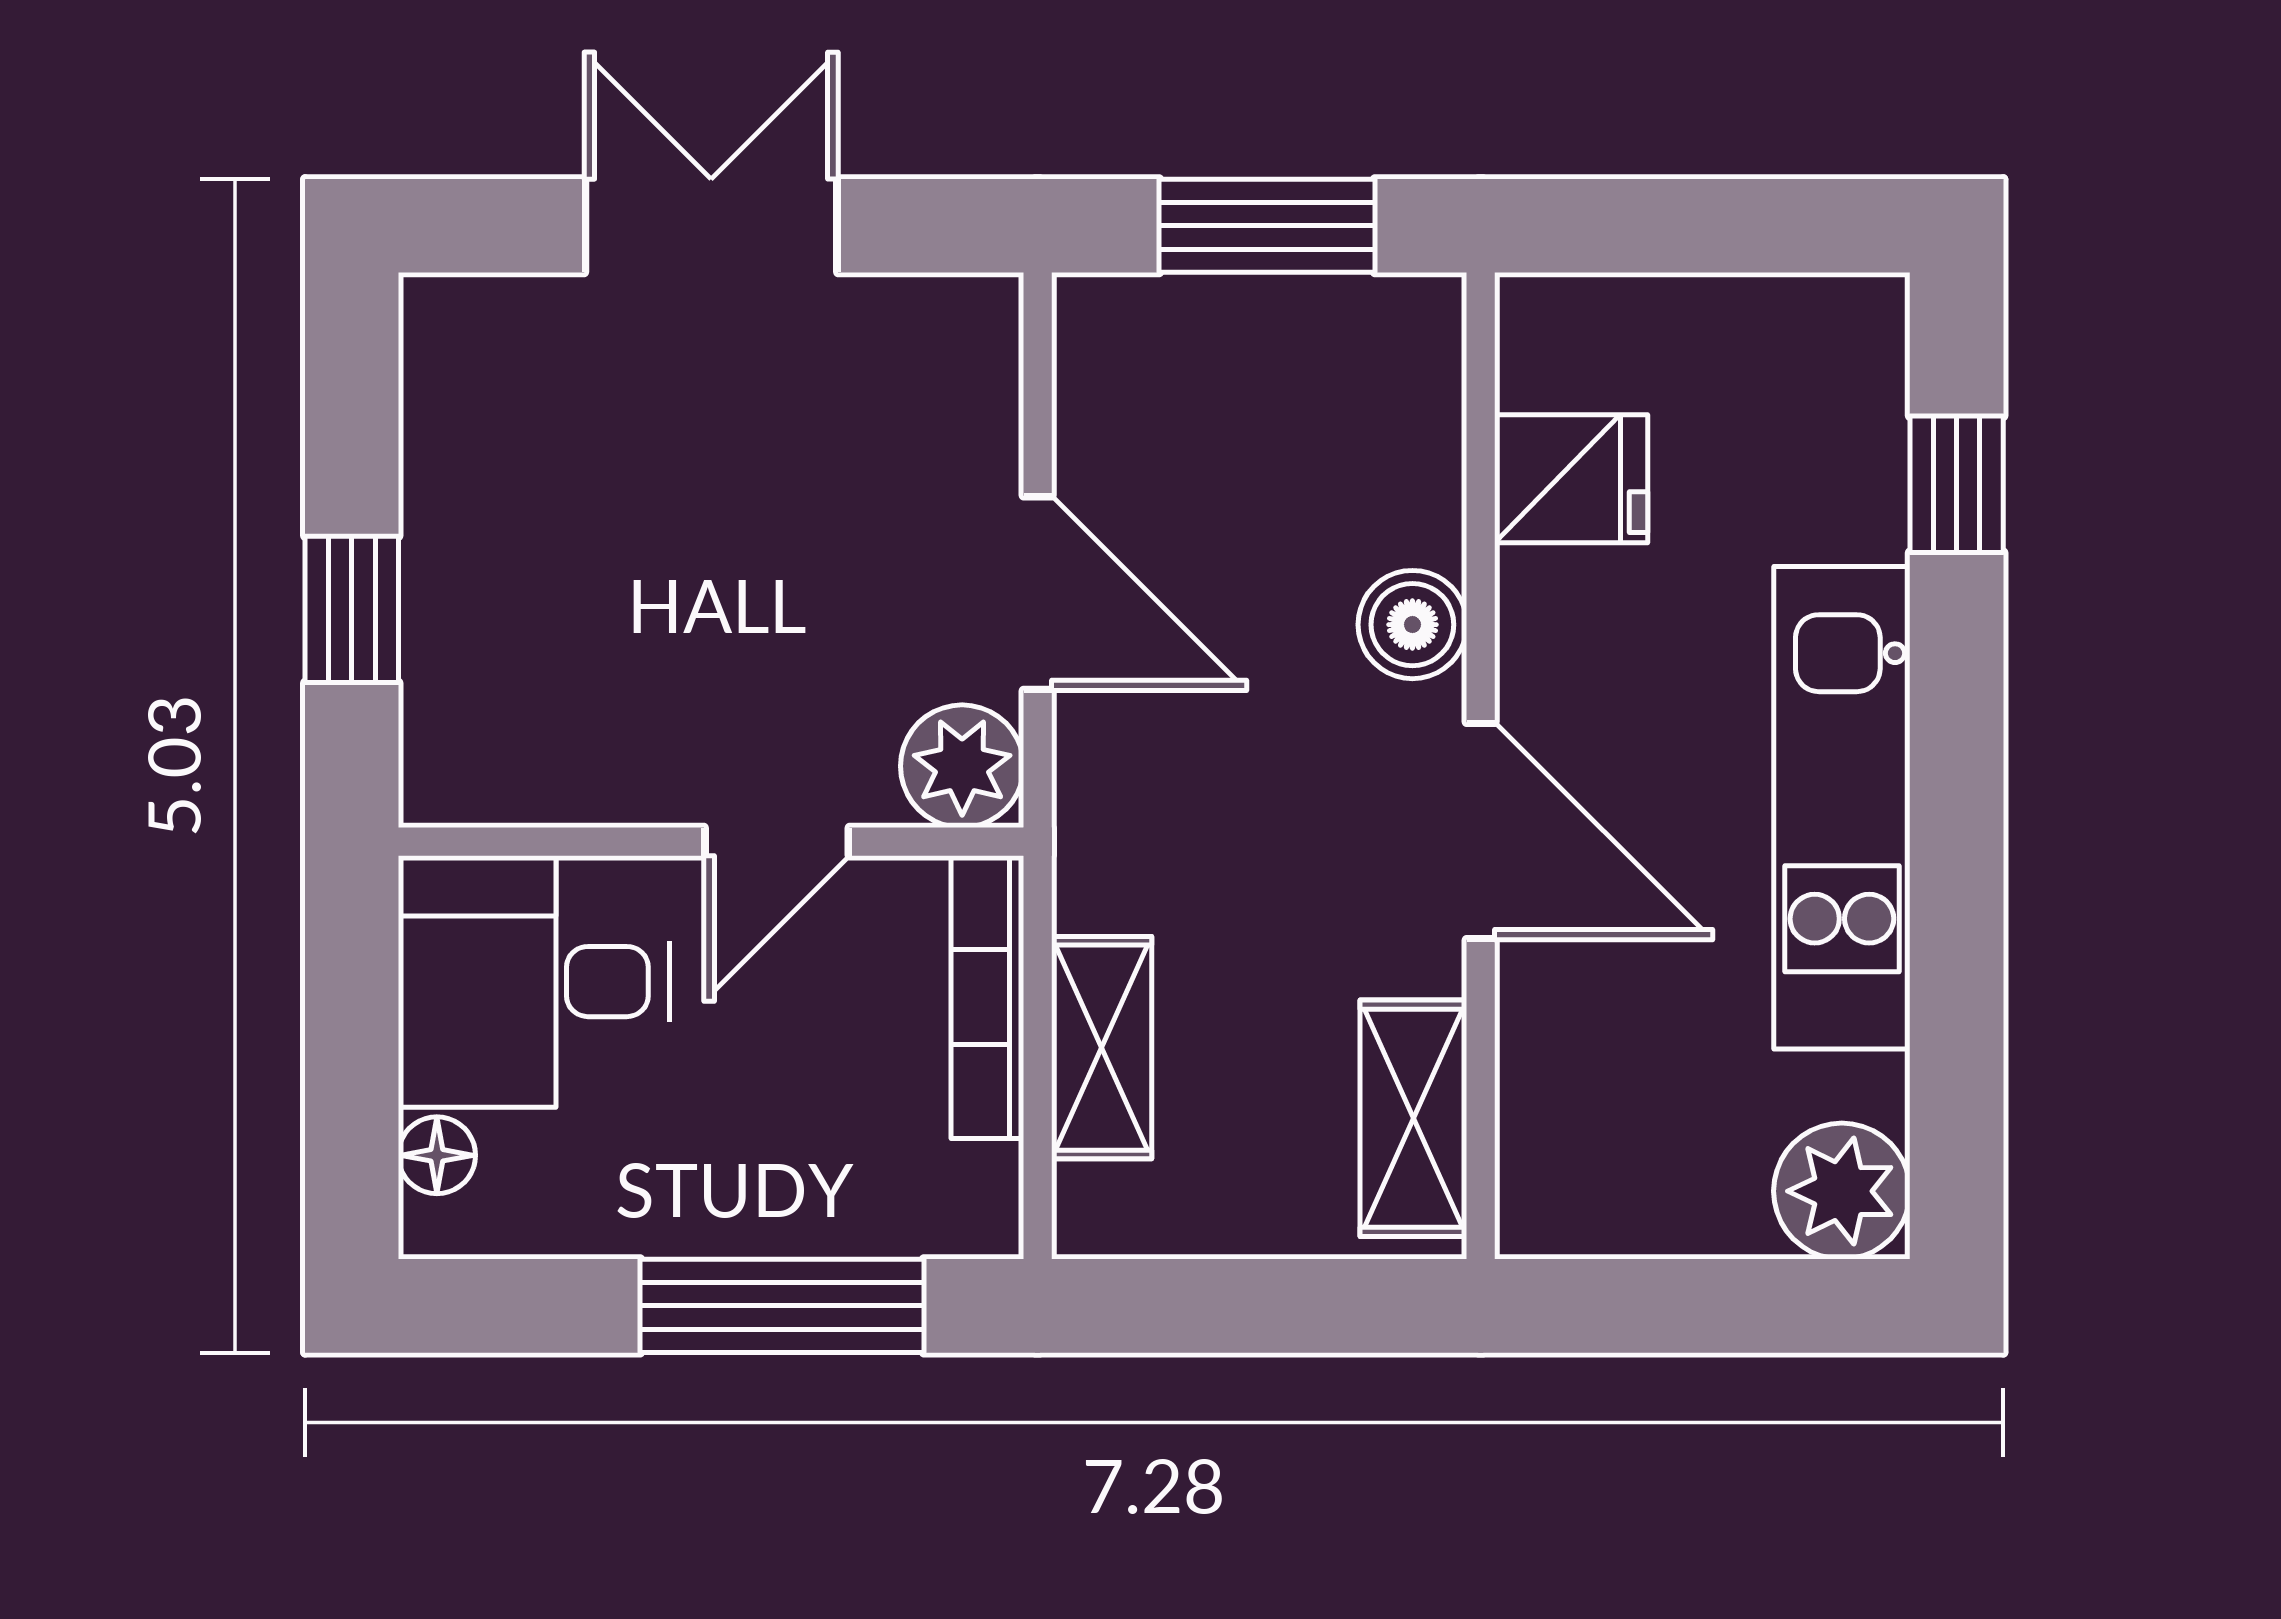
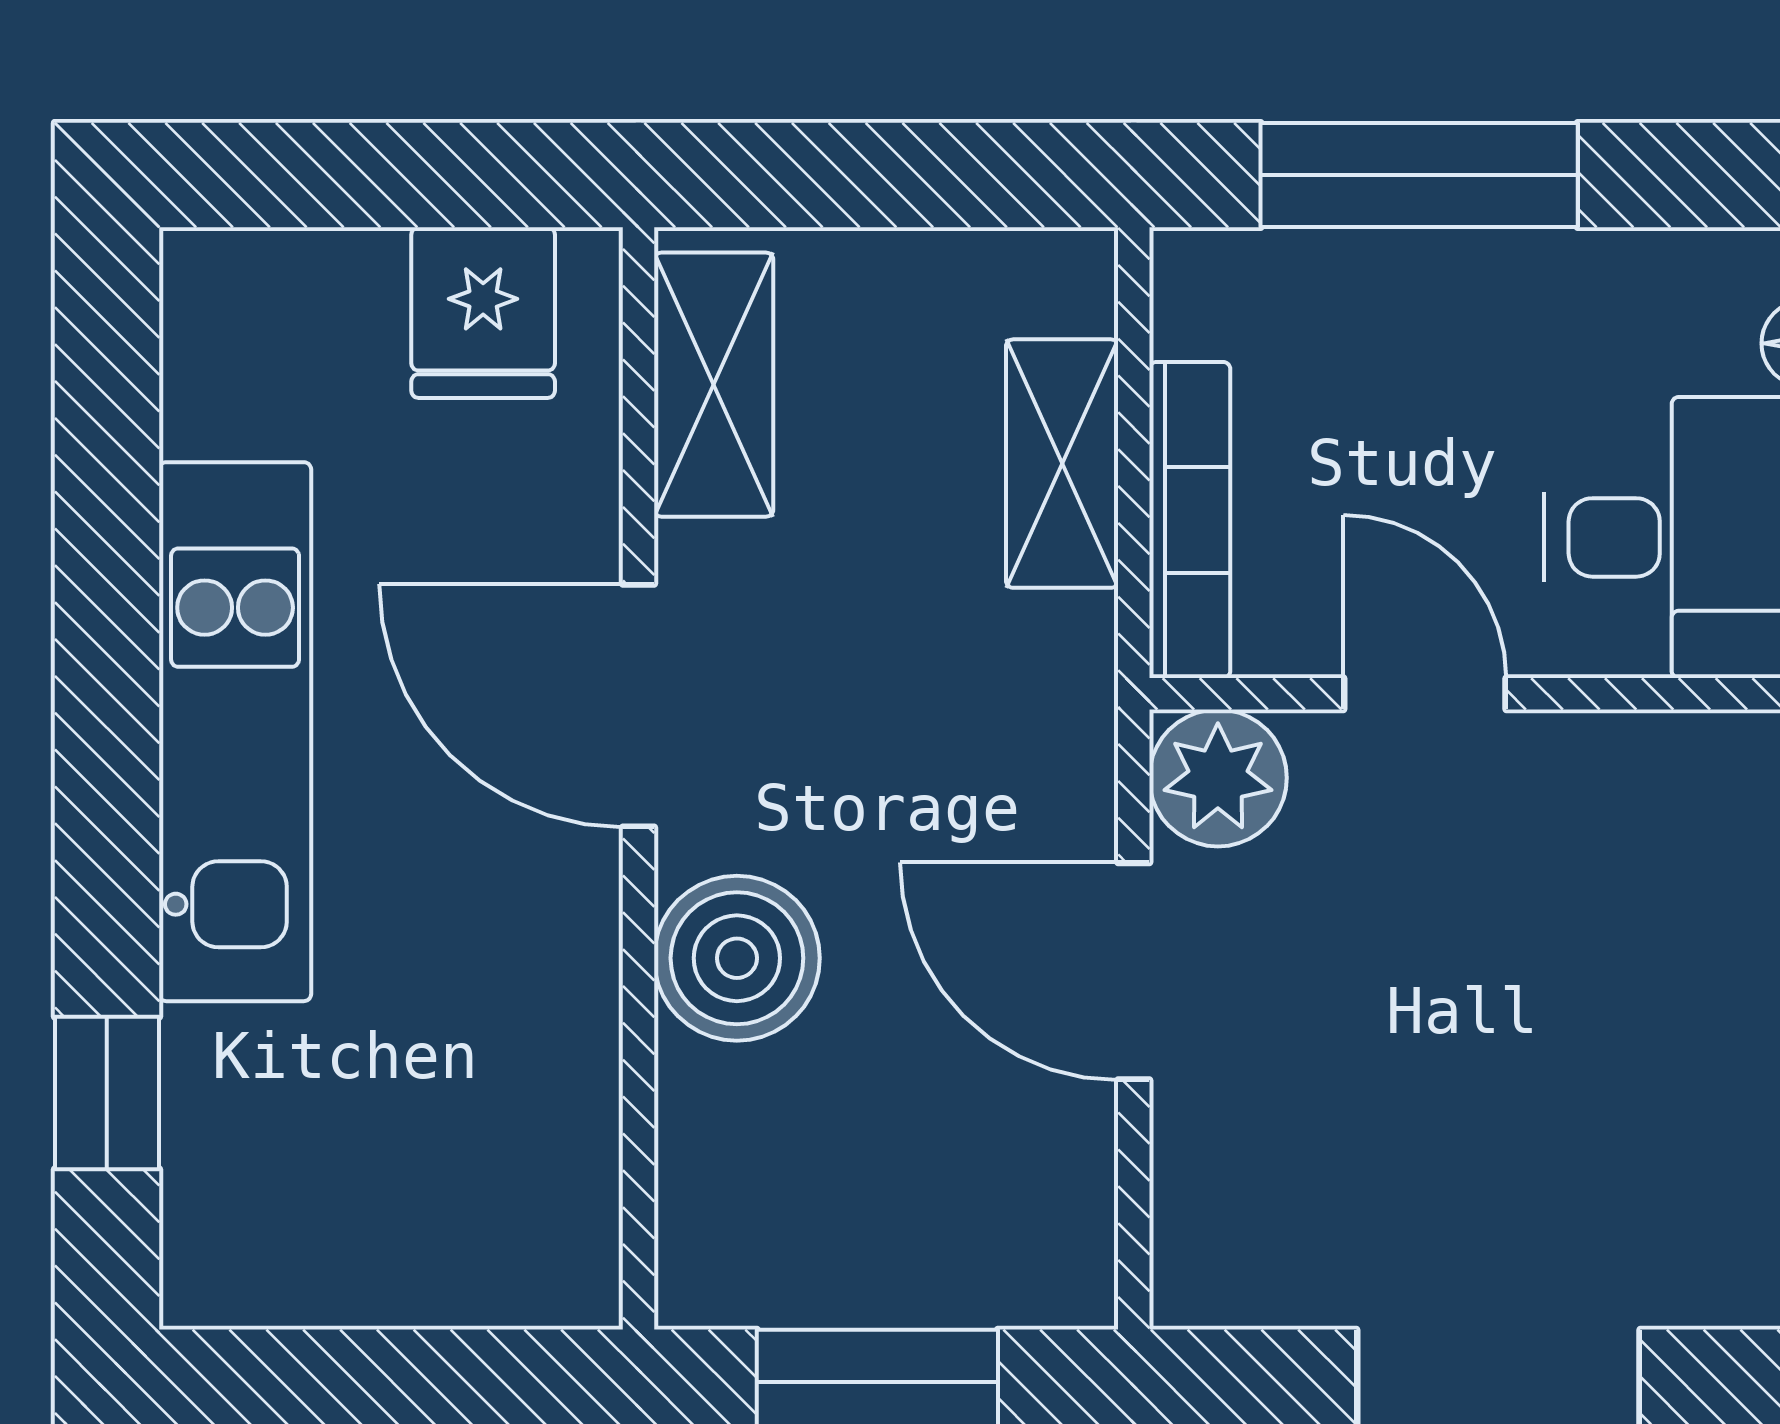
fridge: (1571, 479) -> (483, 313), moved, turned -90
boiler: (1412, 625) -> (737, 958), width x1.36, depth x1.36
door: (777, 842) -> (1425, 694), hinge flipped
plant: (1842, 1191) -> (235, 303), removed

